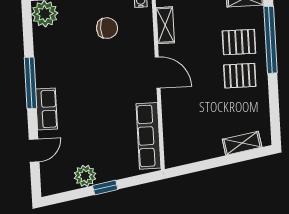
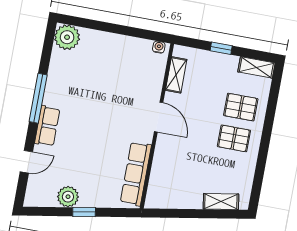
chair: (107, 28) -> (122, 65), removed
window: (271, 40) -> (271, 112), removed

